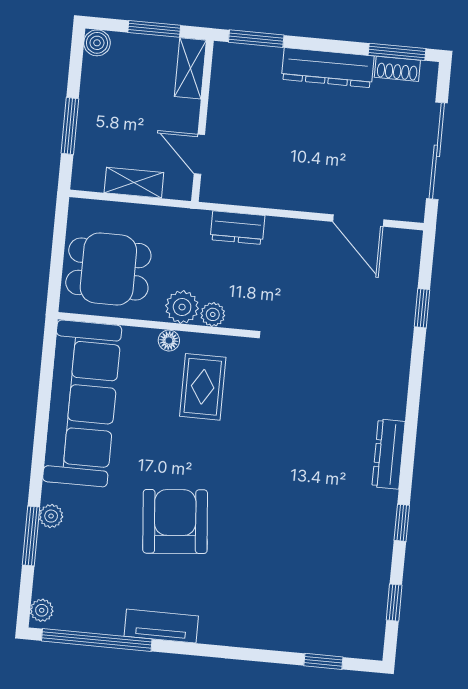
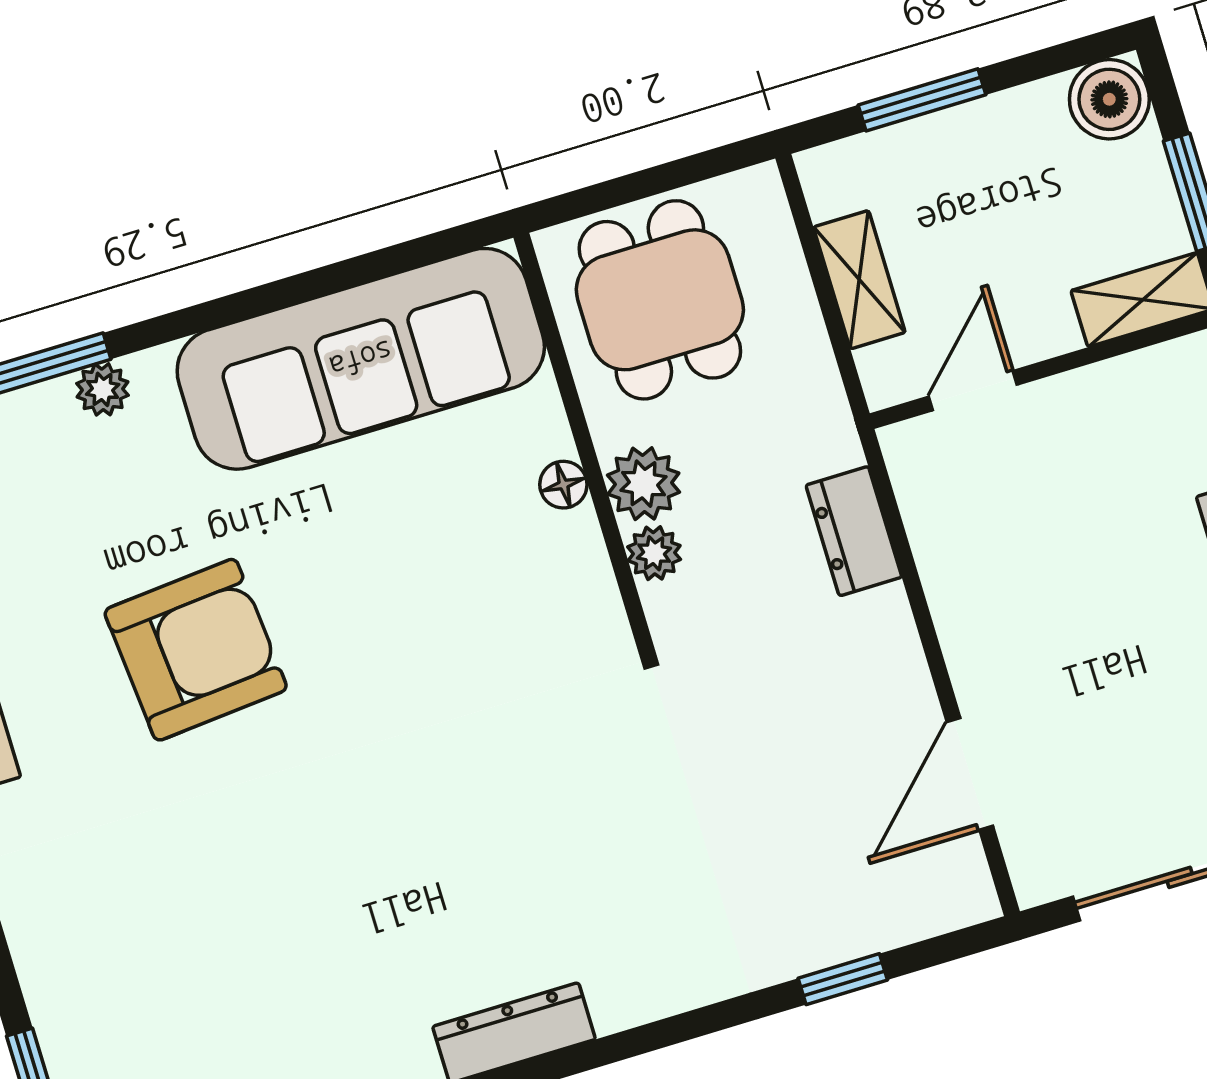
boiler: (97, 43) -> (1109, 99), width x1.36, depth x1.36
rug: (203, 387) -> (496, 593), removed

